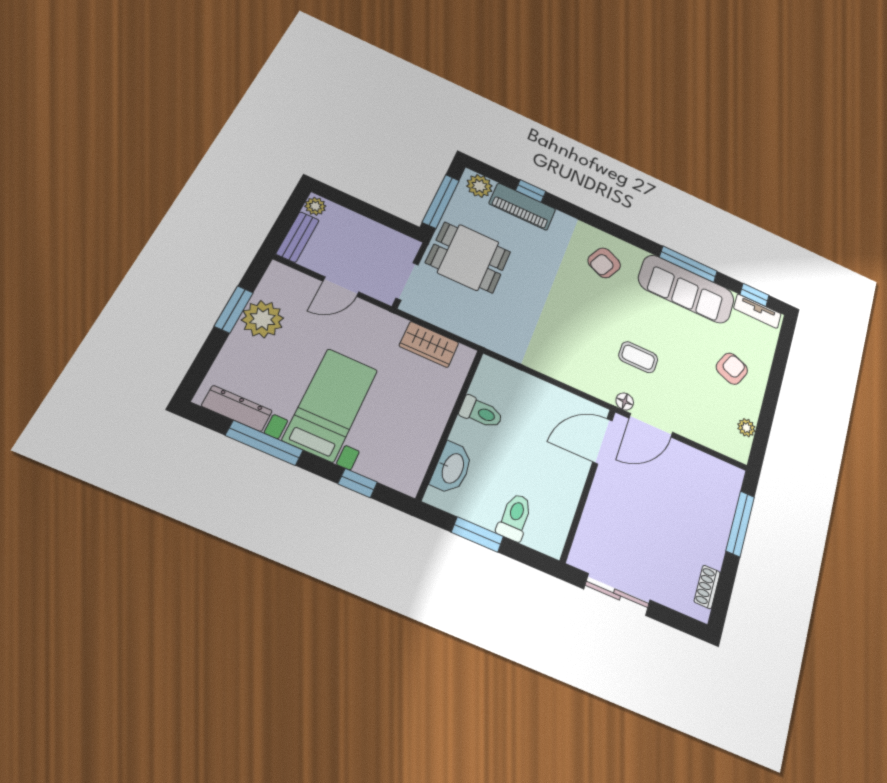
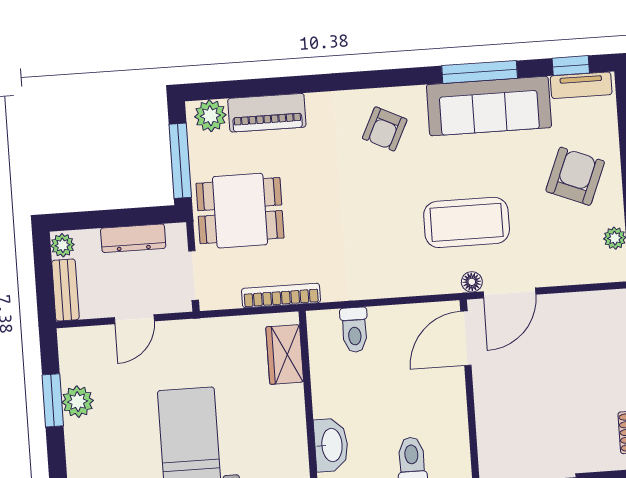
window: (531, 191) -> (267, 87), removed
dresser: (374, 231) -> (133, 238), added
plant: (262, 319) -> (78, 402), width x0.73, depth x0.73
bookcase: (469, 332) -> (281, 296), added
wardrobe: (429, 344) -> (285, 354), moved, turned 90
coffee table: (638, 357) -> (467, 222), width x1.86, depth x1.72
armchair: (732, 369) -> (575, 176), width x1.38, depth x1.38
toilet: (481, 412) -> (354, 330), moved, turned 90

